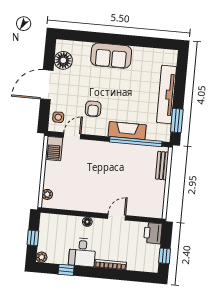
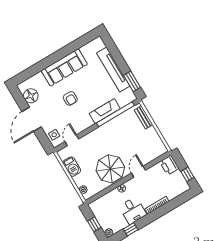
sofa: (111, 56) -> (64, 67), width x1.36
armchair: (93, 109) -> (70, 98), moved
barbecue: (54, 149) -> (72, 167), moved
parasol: (90, 193) -> (110, 169), added

